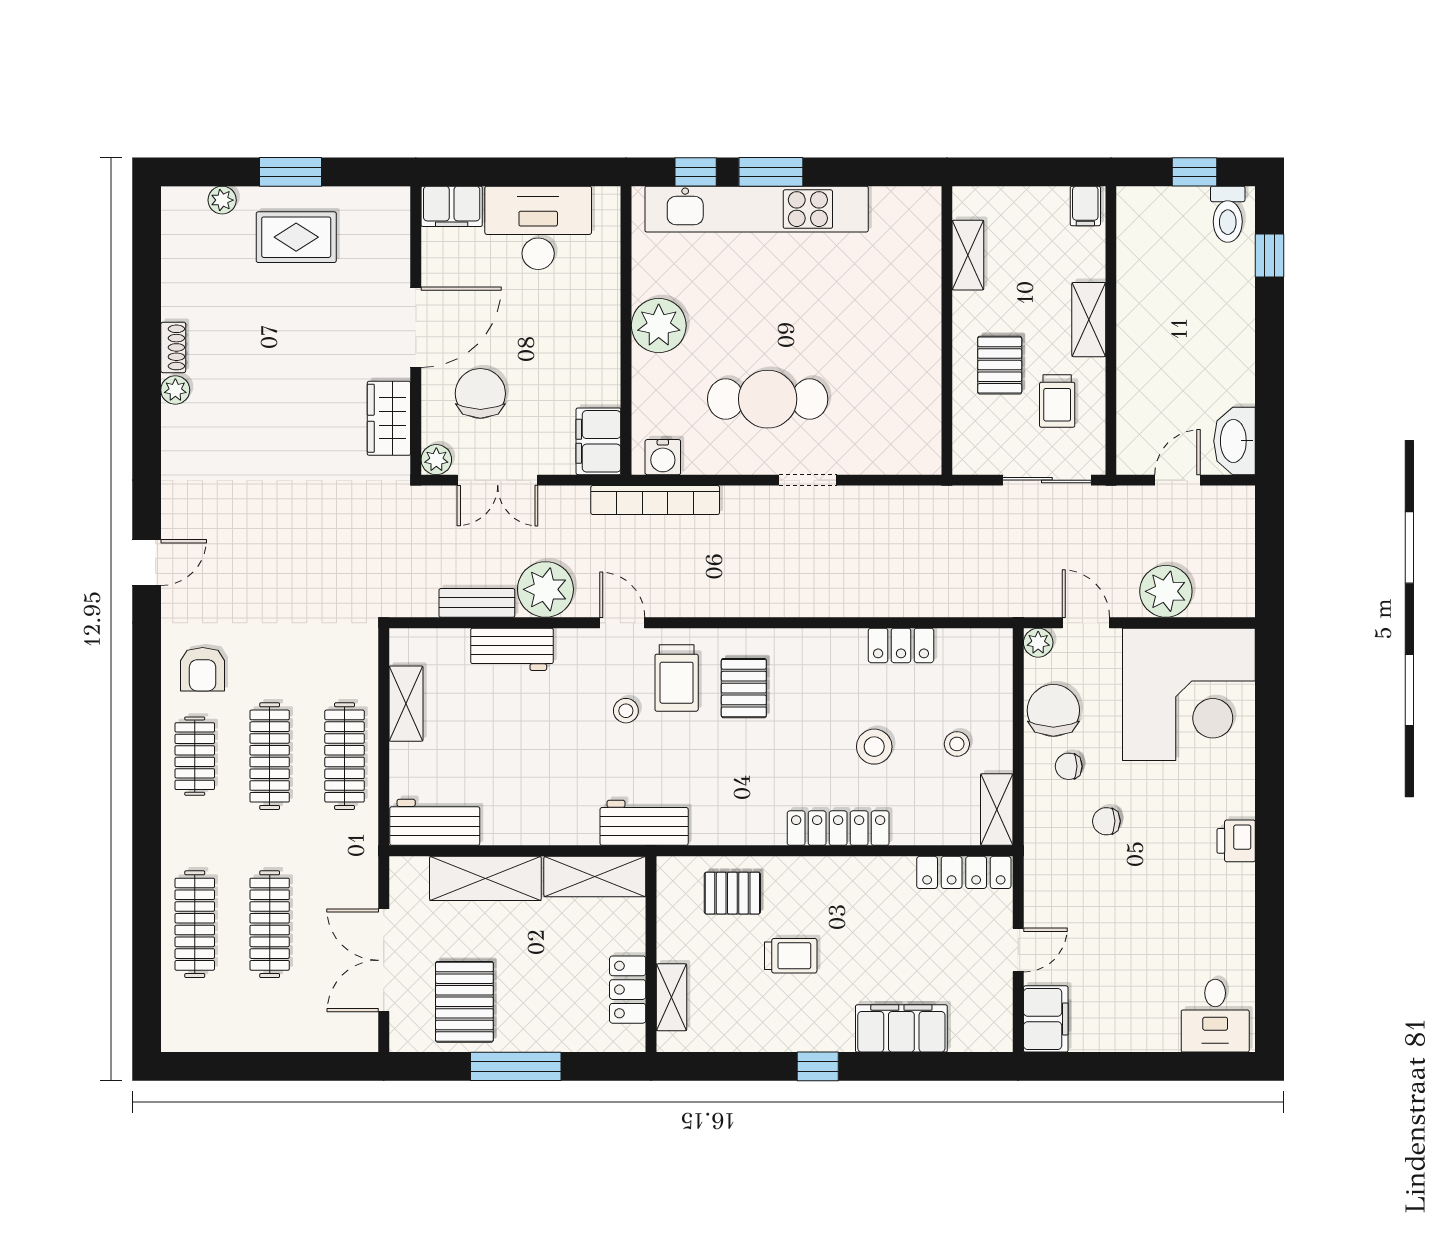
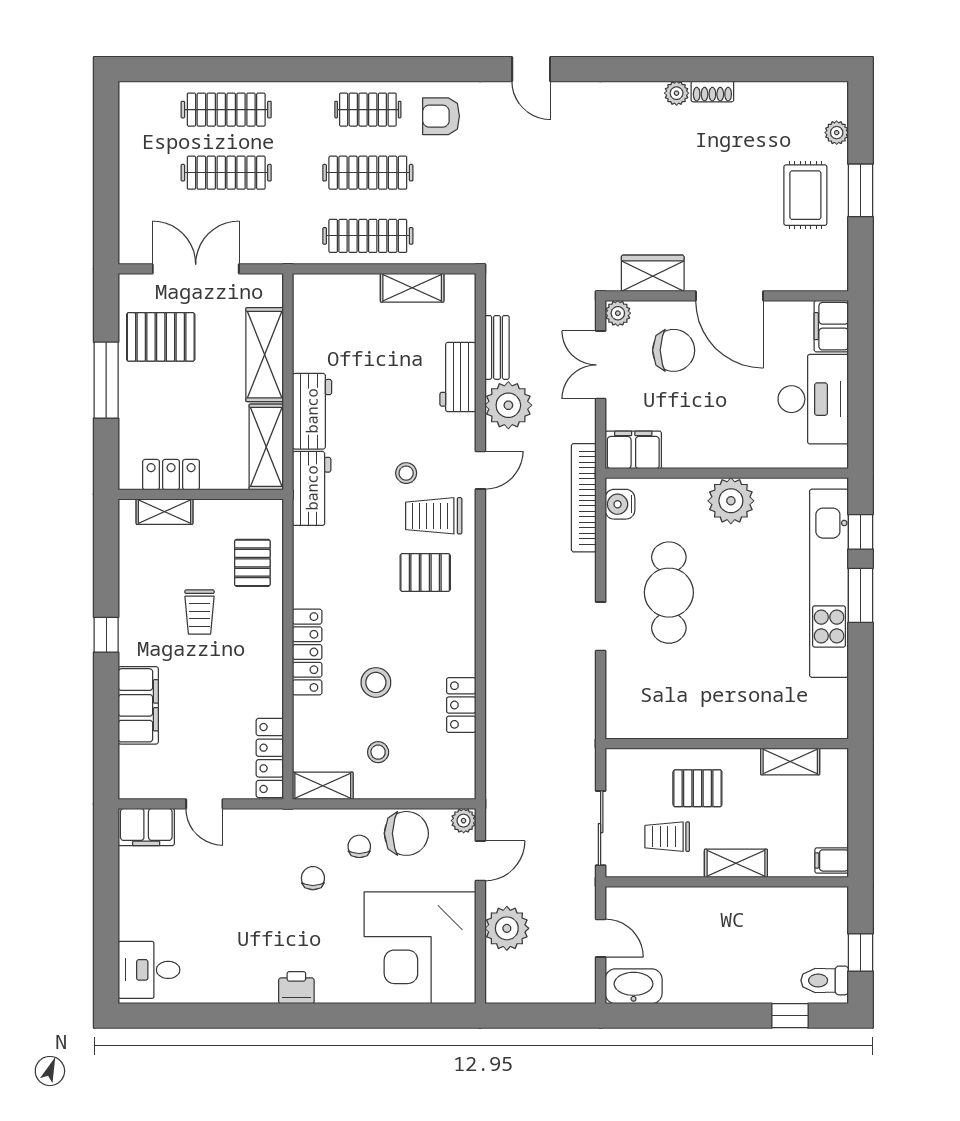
workbench: (435, 822) -> (312, 411), moved

